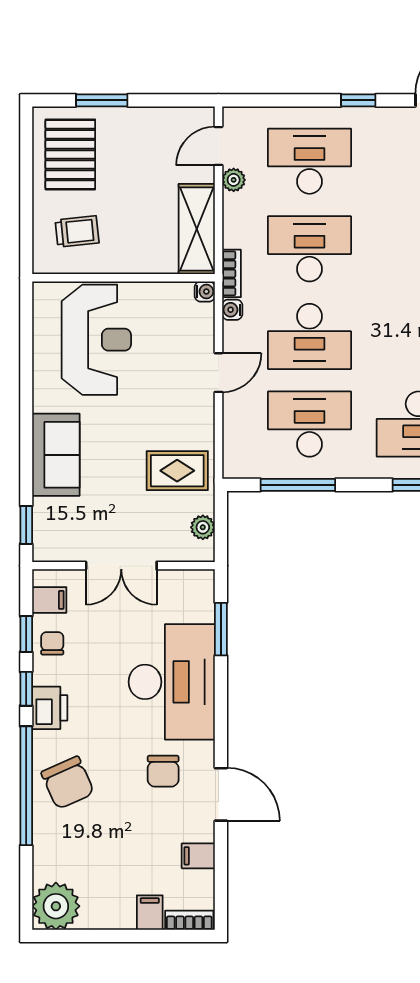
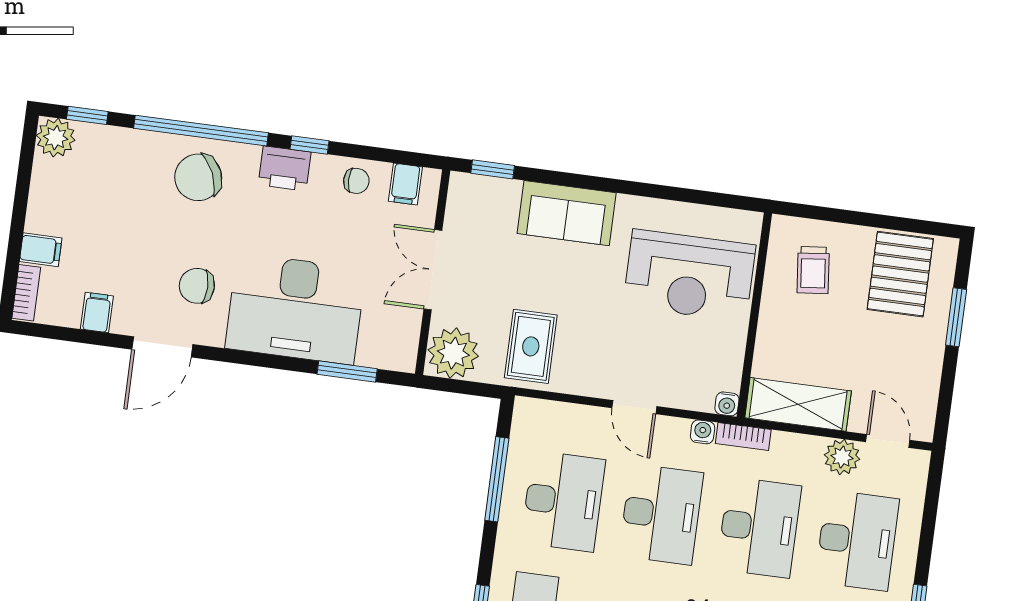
pallet: (70, 154) -> (900, 274), turned 90
plant: (234, 180) -> (842, 457), width x1.38, depth x1.38
desk: (309, 336) -> (661, 514), turned 180
plant: (203, 527) -> (453, 353), width x1.87, depth x1.87
window: (26, 634) -> (87, 115), moved
plant: (56, 906) -> (56, 138), width x0.73, depth x0.73

